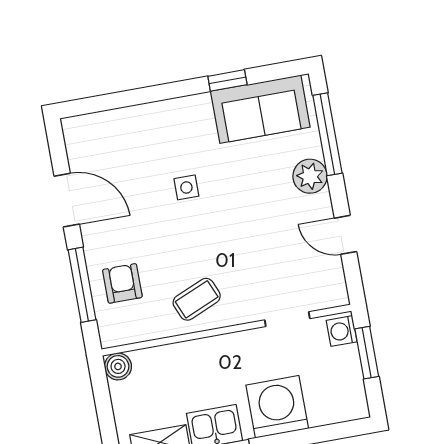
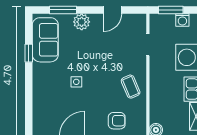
window: (327, 134) -> (63, 10), width x0.69
armchair: (122, 283) -> (117, 121), turned 180
washing machine: (342, 331) -> (182, 20), moved

